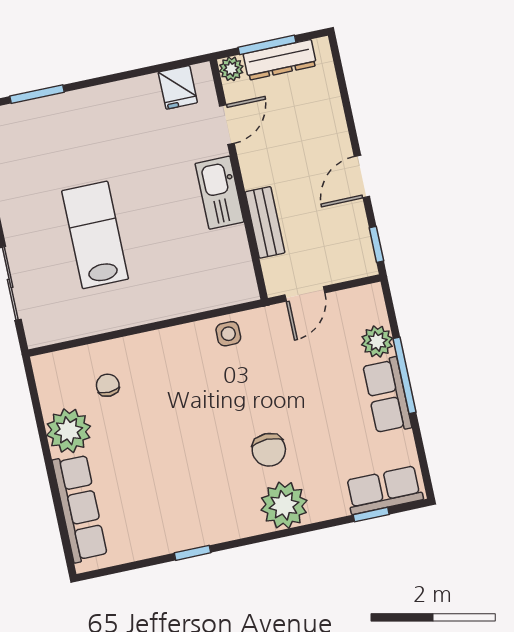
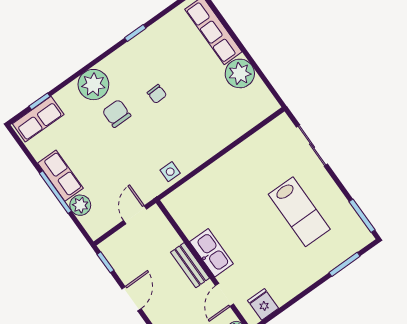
bench: (265, 222) -> (190, 265), moved
lab bench: (95, 235) -> (299, 212), moved
chair: (108, 385) -> (157, 94), moved

